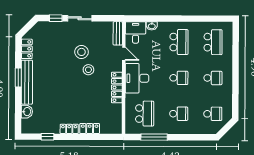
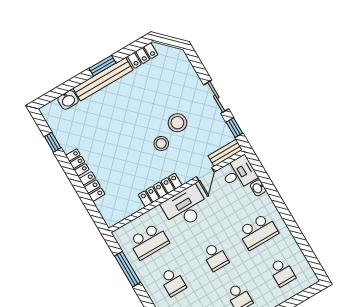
window: (56, 18) -> (234, 128), moved
school desk: (213, 42) -> (282, 272), width x0.54

